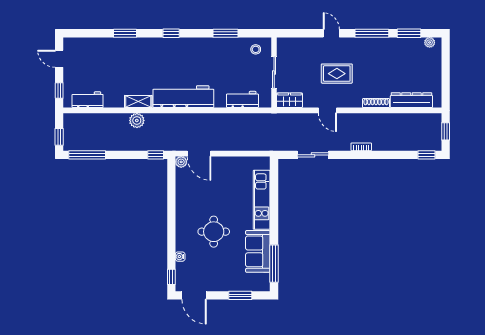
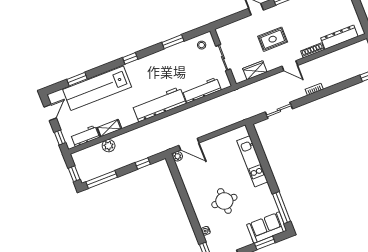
window: (125, 33) -> (77, 79), moved
lab bench: (122, 52) -> (97, 88), added
door: (59, 59) -> (50, 113), swing flipped
workbench: (242, 99) -> (202, 90), width x1.37
wardrobe: (290, 100) -> (255, 70), moved
shelving: (138, 101) -> (109, 128), moved
door: (327, 110) -> (290, 66), moved
plant: (137, 120) -> (109, 146), moved
window: (156, 155) -> (143, 163), moved
sofa: (258, 251) -> (267, 228), moved, turned 90

